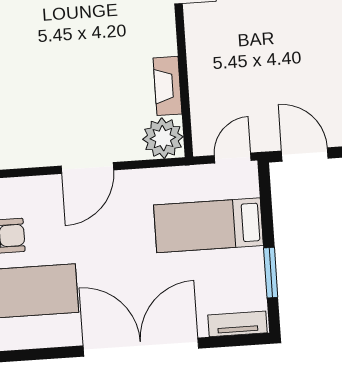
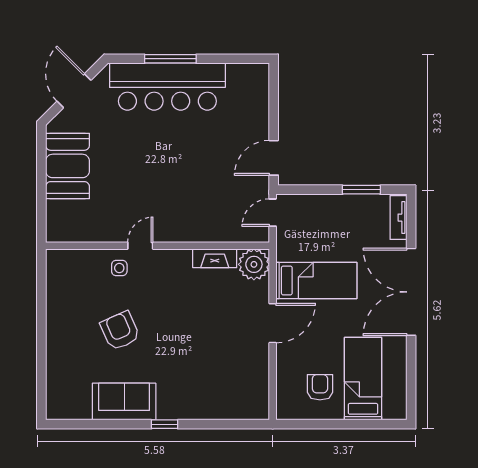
door: (233, 158) -> (273, 213), hinge flipped
door: (87, 168) -> (273, 323), hinge flipped
bed: (208, 225) -> (316, 280), moved, turned -90

